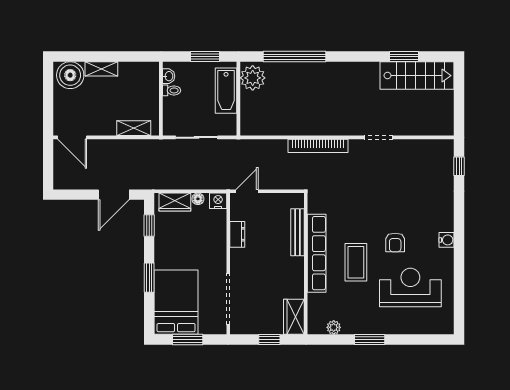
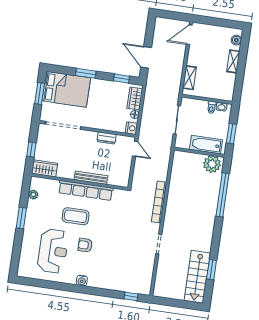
boiler: (70, 75) -> (236, 40), width x0.54, depth x0.54
bench: (297, 232) -> (91, 178), moved

